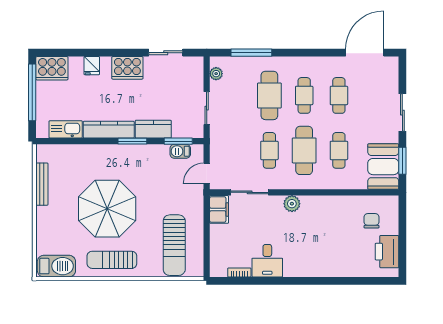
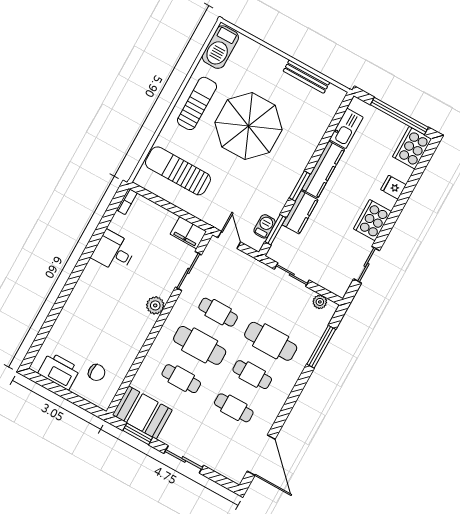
bookcase: (239, 272) -> (127, 201), moved

